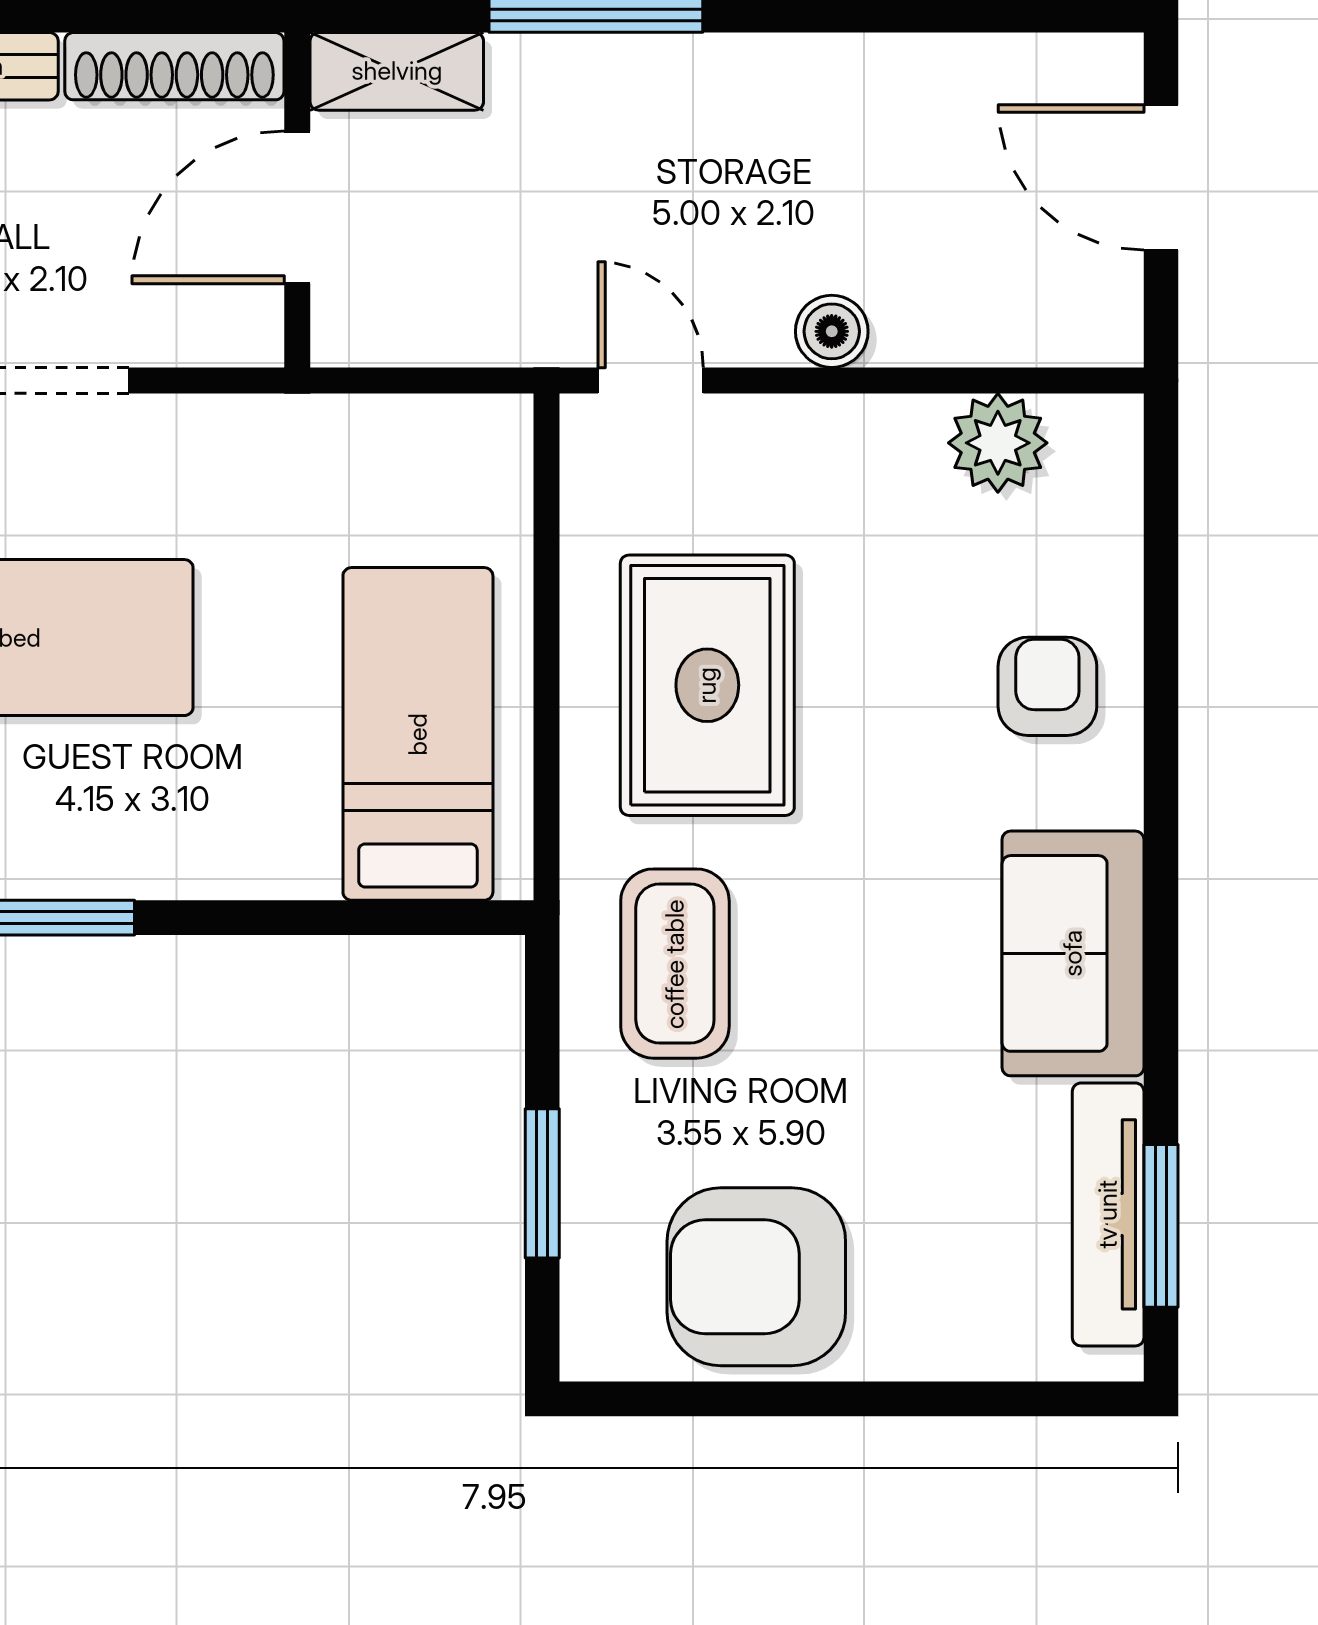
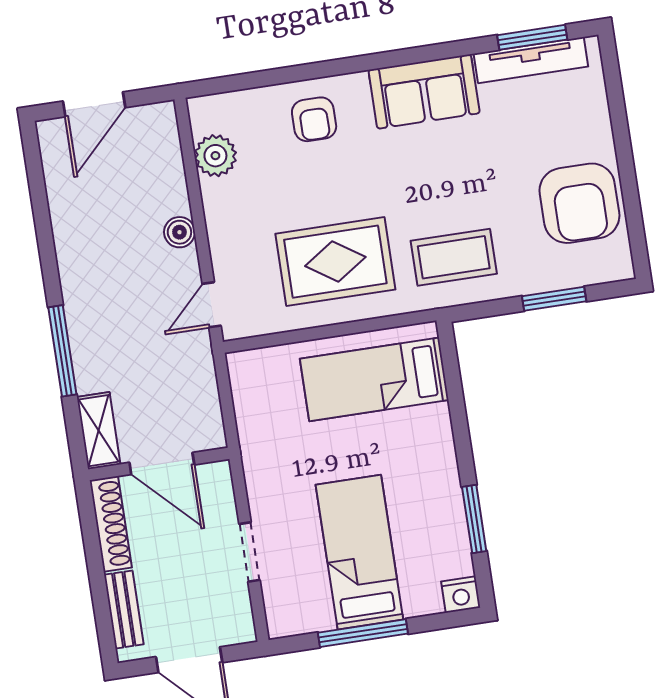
armchair: (1047, 686) -> (314, 119), turned -90

